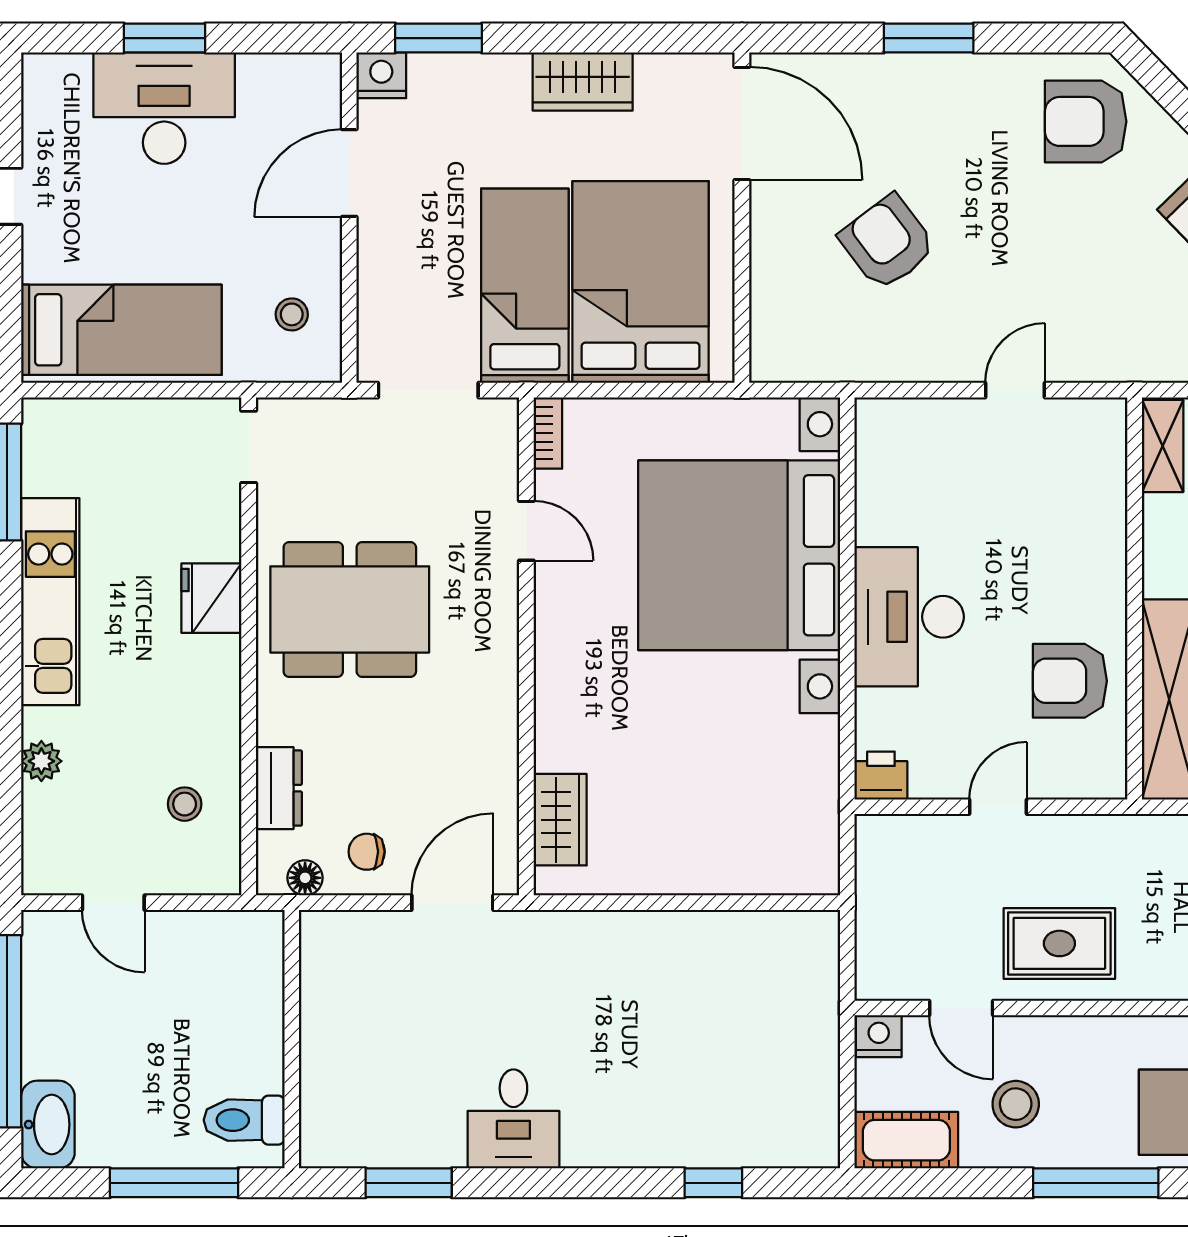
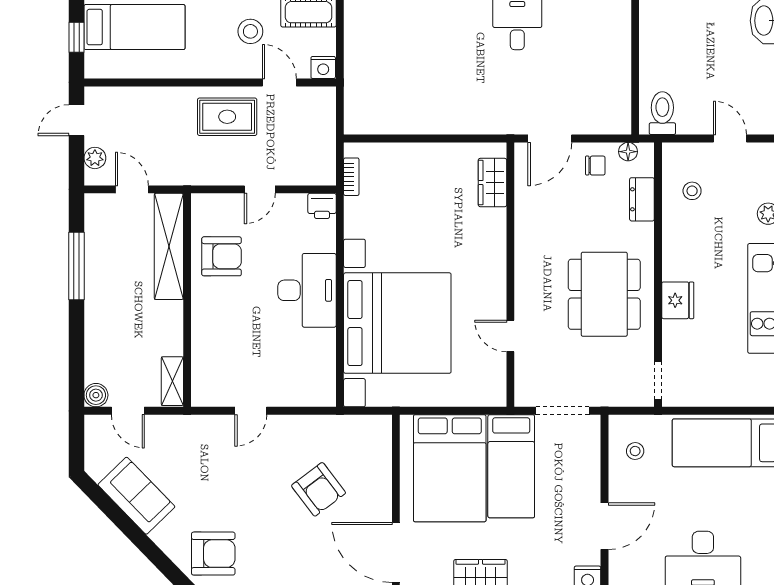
bookcase: (548, 433) -> (351, 177), moved, turned 180
dining table: (350, 609) -> (604, 294), turned 90
toilet: (244, 1120) -> (662, 113), moved, turned -90

